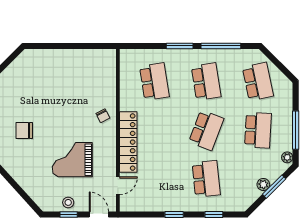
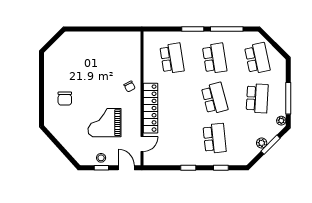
chair: (24, 130) -> (65, 99), turned -90
school desk: (206, 130) -> (215, 98), turned -36

